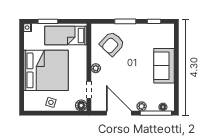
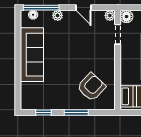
sofa: (164, 66) -> (32, 55), width x1.36
plant: (96, 68) -> (110, 15), moved
door: (119, 113) -> (83, 8), width x0.53

